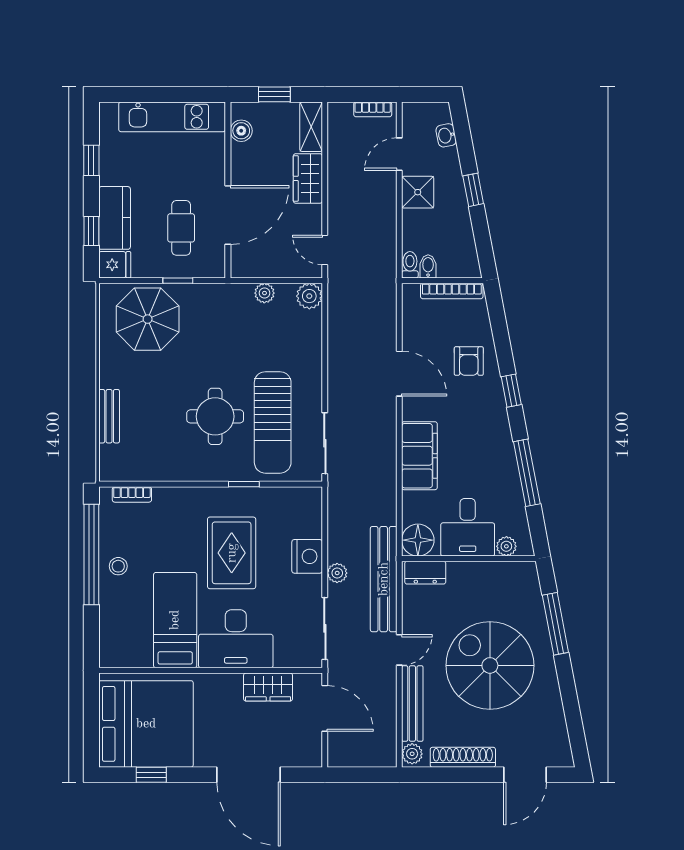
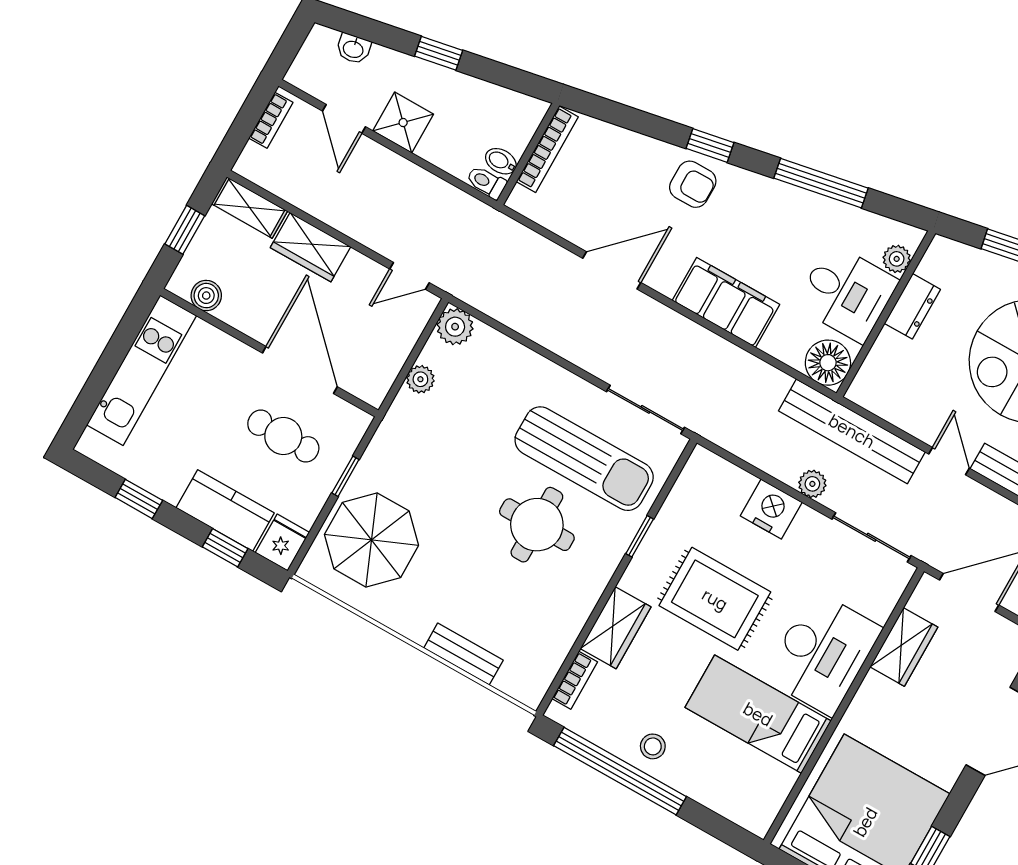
armchair: (469, 361) -> (693, 184), moved
wardrobe: (179, 501) -> (616, 628), added
dresser: (425, 573) -> (912, 306), moved

